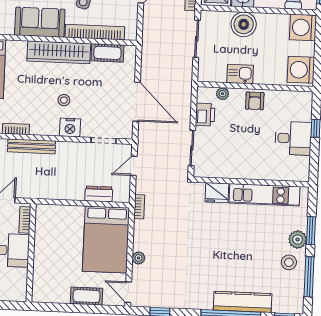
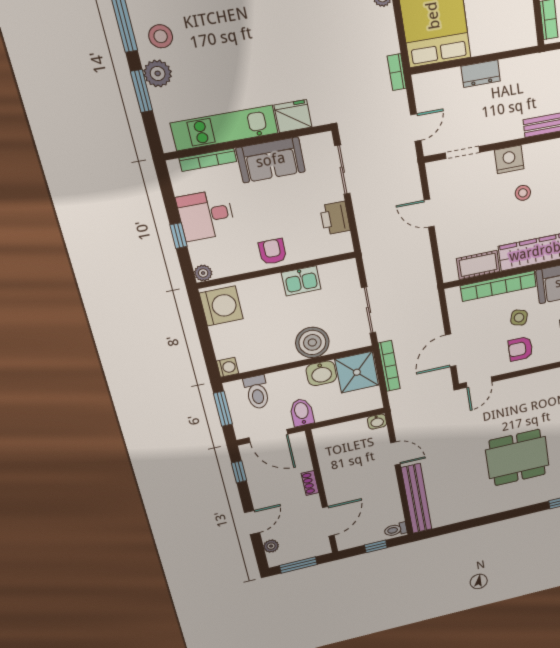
washing machine: (303, 27) -> (228, 367), width x0.53, depth x0.53
plant: (223, 94) -> (203, 273), moved
door: (137, 102) -> (429, 213), width x0.53
sofa: (239, 166) -> (271, 160), added
bookcase: (281, 176) -> (208, 160), added
dresser: (99, 194) -> (481, 74), moved

